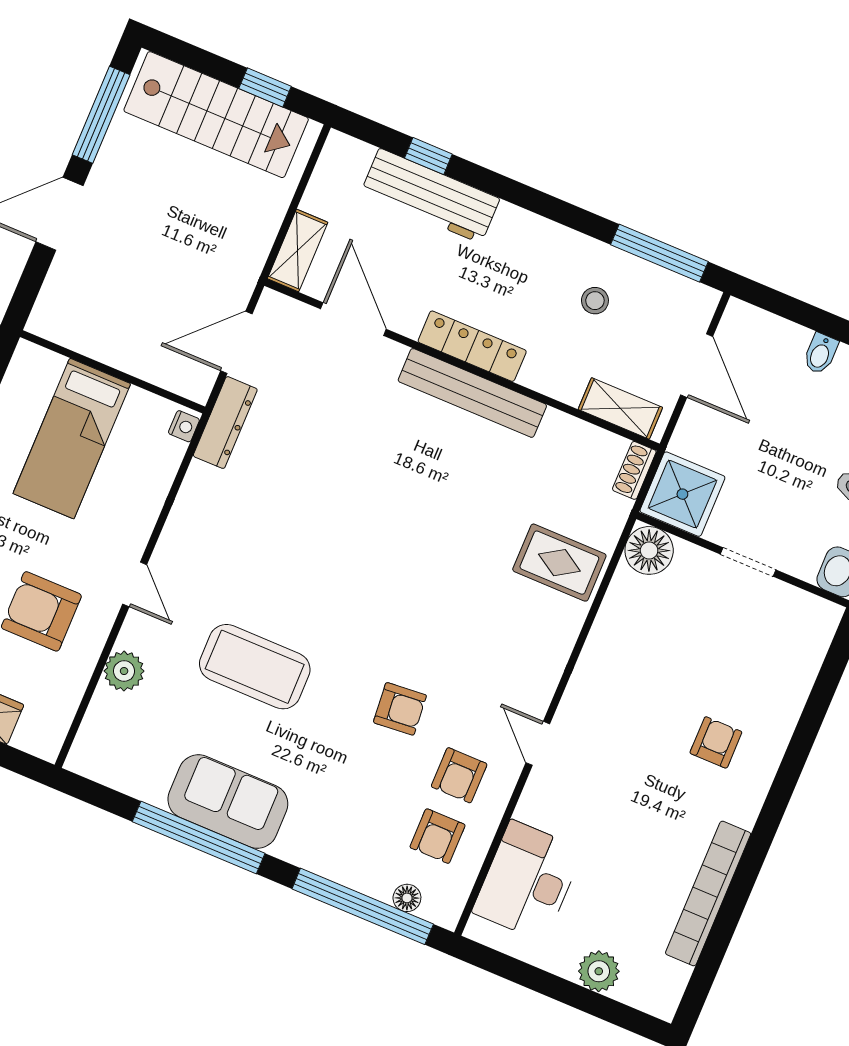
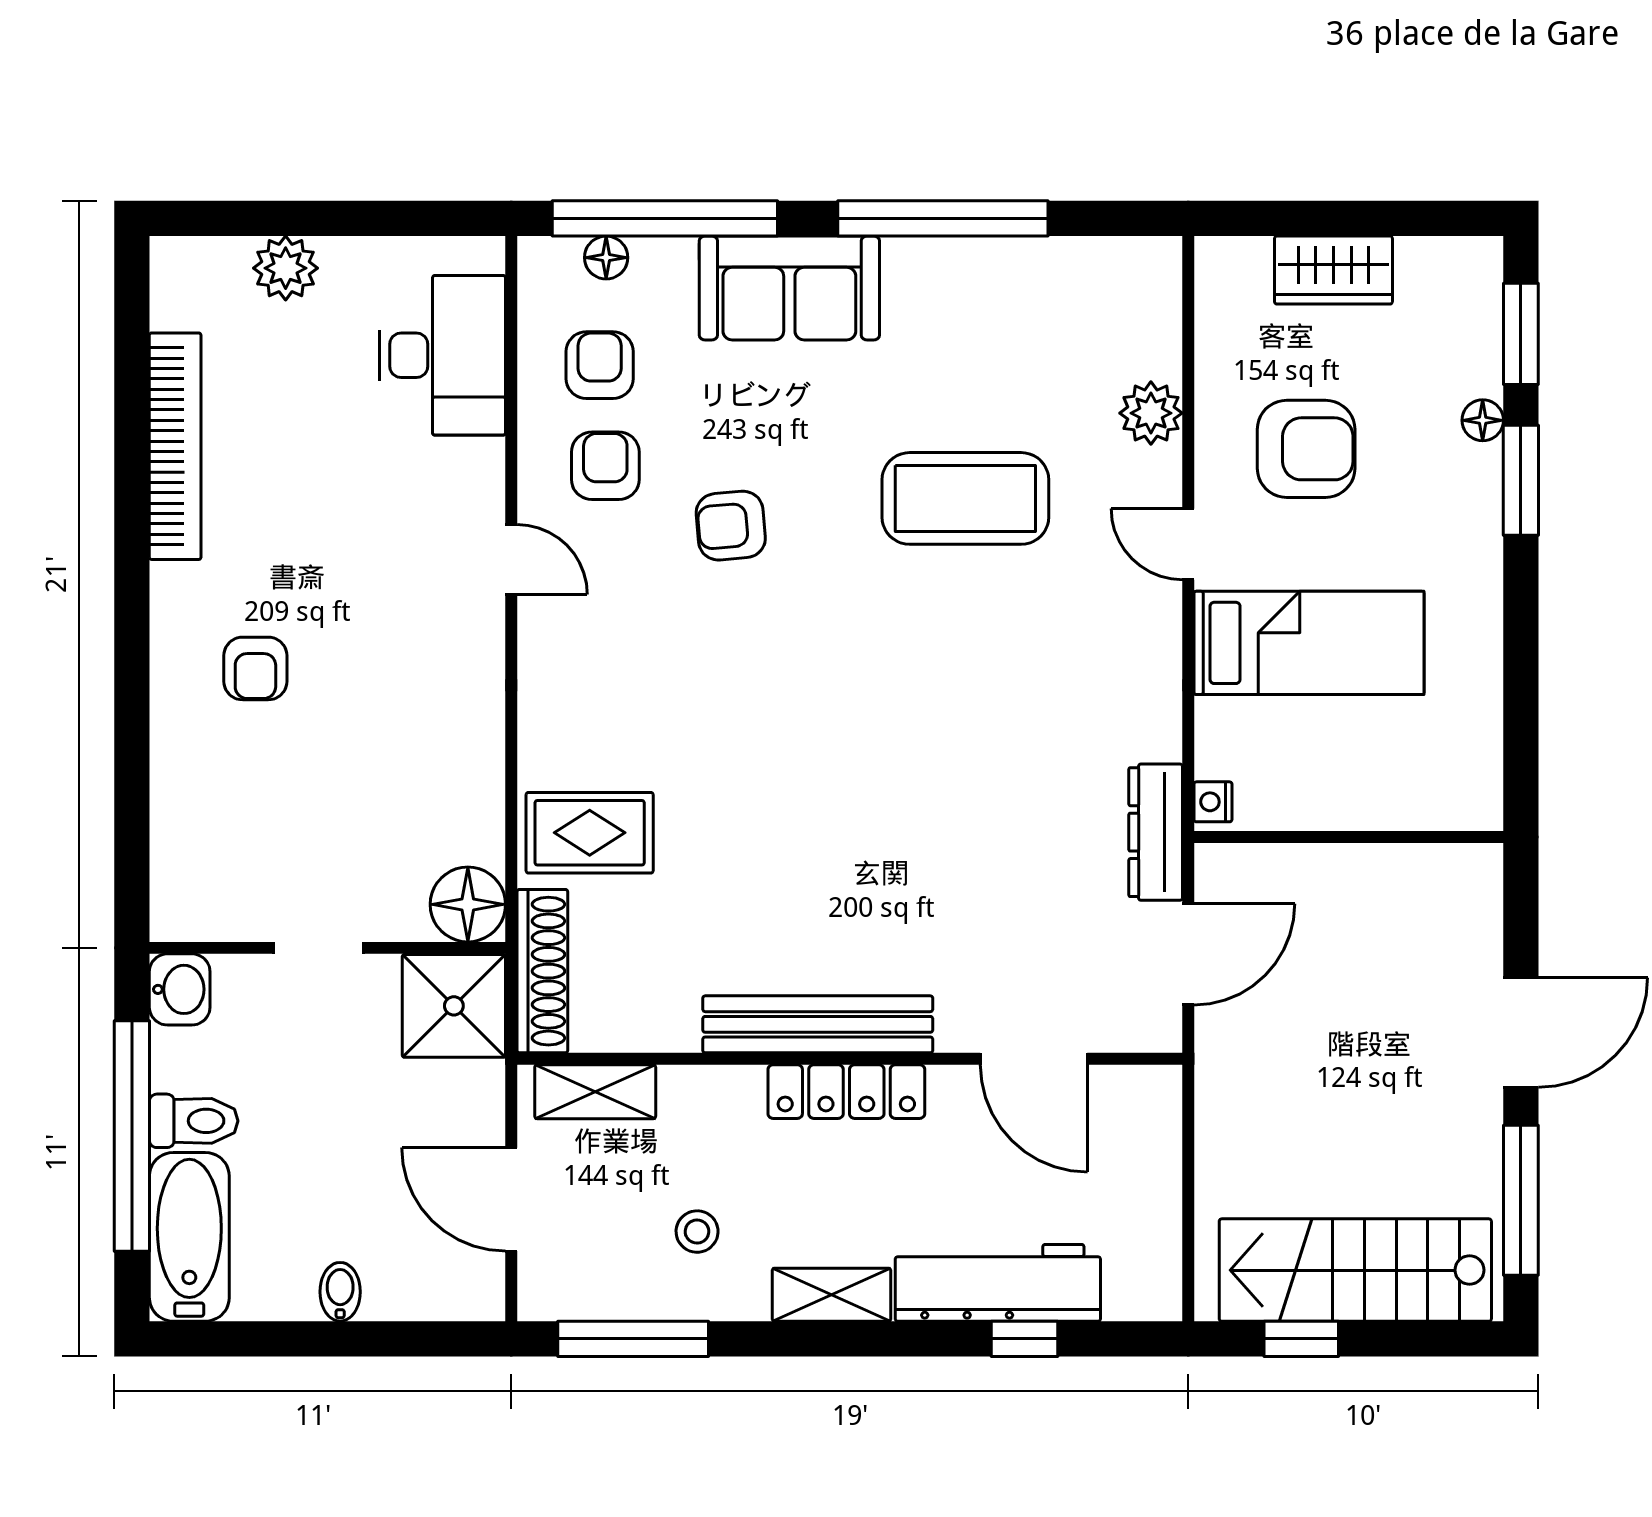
shelving: (298, 250) -> (832, 1295), moved, turned 90
bed: (72, 439) -> (1309, 643), moved, turned 90
shoe rack: (634, 470) -> (542, 971), width x1.94, depth x1.24
sofa: (228, 801) -> (789, 288), moved

